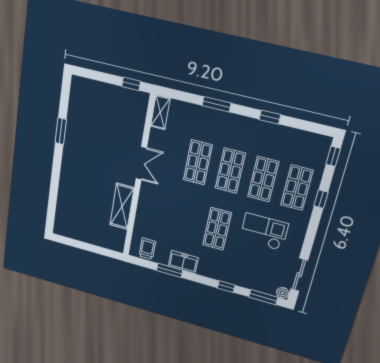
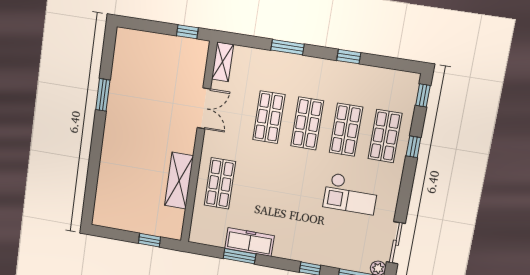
double door: (141, 163) -> (204, 108), moved
shop shelf: (217, 229) -> (220, 183), moved
checkout: (264, 232) -> (351, 194), turned 180
trolley: (147, 249) -> (211, 231), removed
window: (98, 250) -> (149, 240), added
freezer: (183, 262) -> (249, 242), width x1.40

